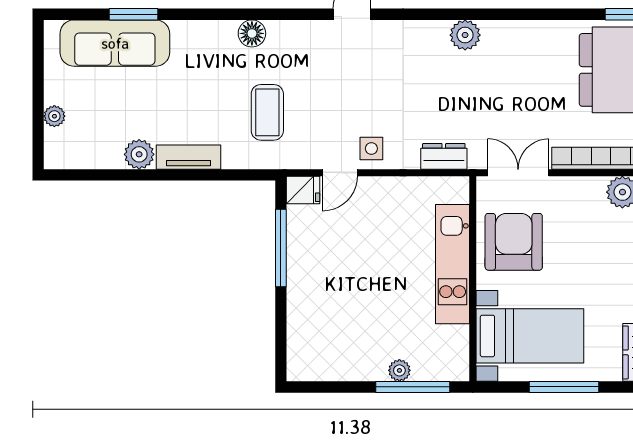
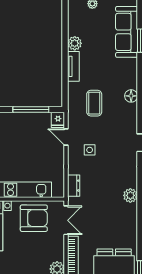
coffee table: (267, 112) -> (94, 103), turned 90
side table: (371, 149) -> (90, 150), moved

